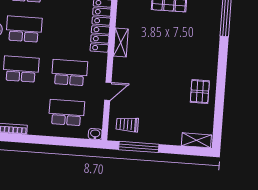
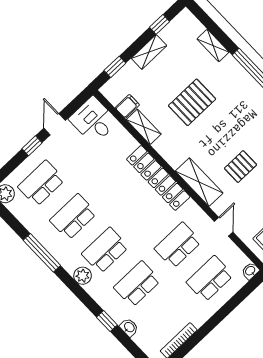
shelving: (121, 42) -> (199, 182), width x1.50, depth x1.33
pallet: (156, 67) -> (241, 167), added

